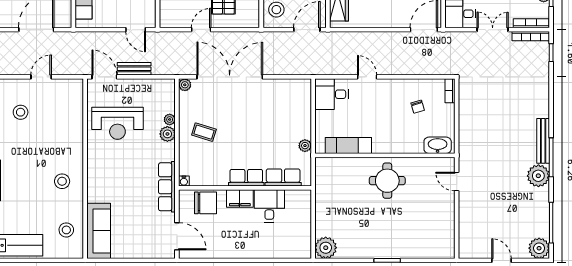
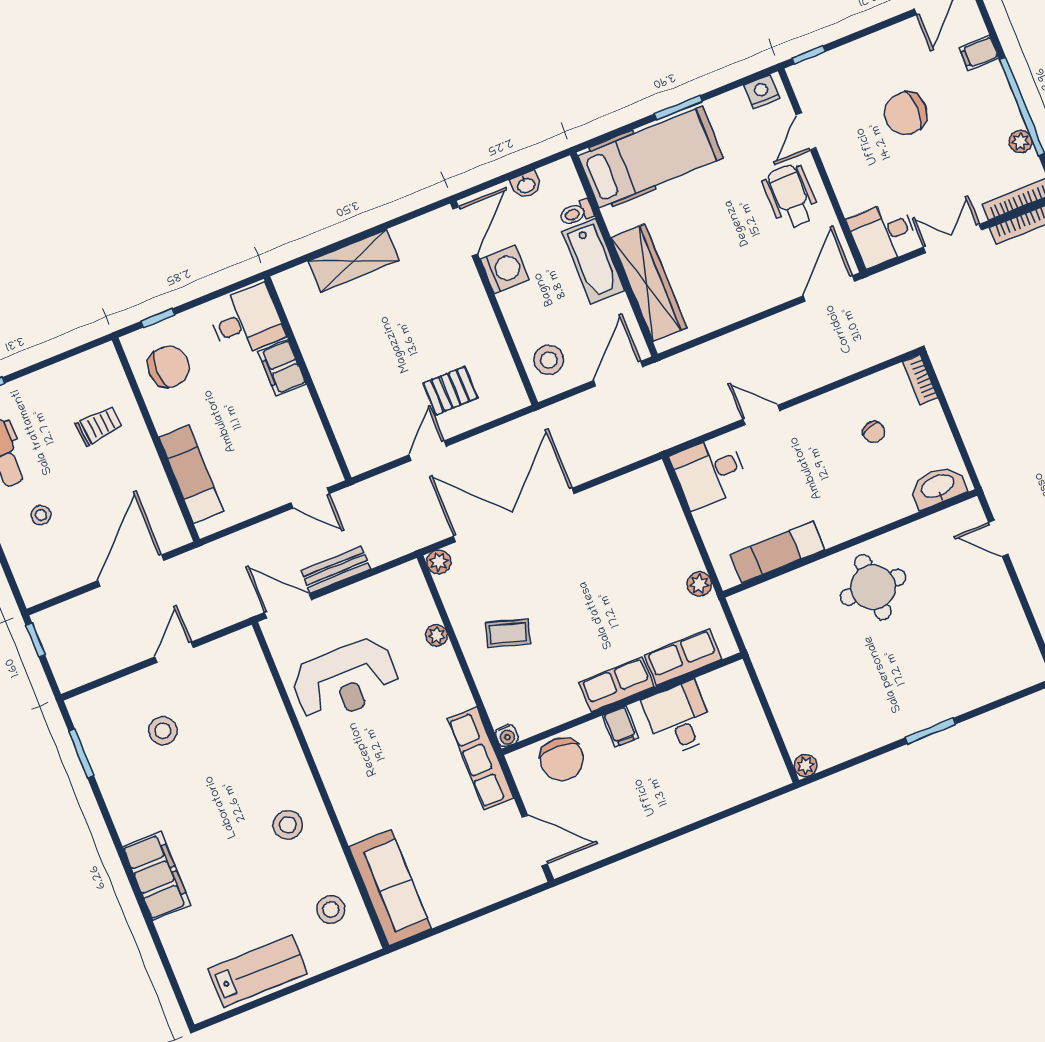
plant: (167, 134) -> (443, 663), removed
filing cabinet: (240, 198) -> (620, 726), width x0.50
chair: (205, 203) -> (562, 759), turned 93
plant: (326, 248) -> (805, 766), width x0.53, depth x0.53

